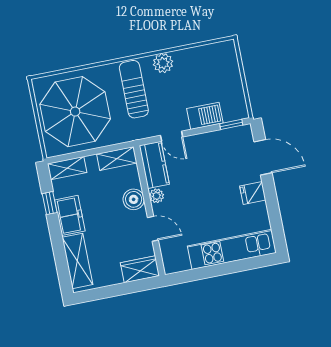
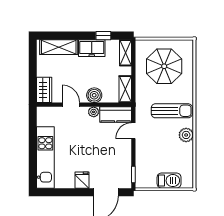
parasol: (75, 112) -> (164, 66), width x0.73, depth x0.73
barbecue: (205, 116) -> (169, 181), moved, turned -90
door: (153, 229) -> (71, 105), swing flipped

